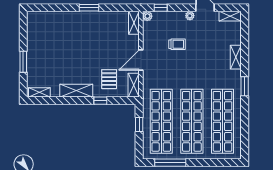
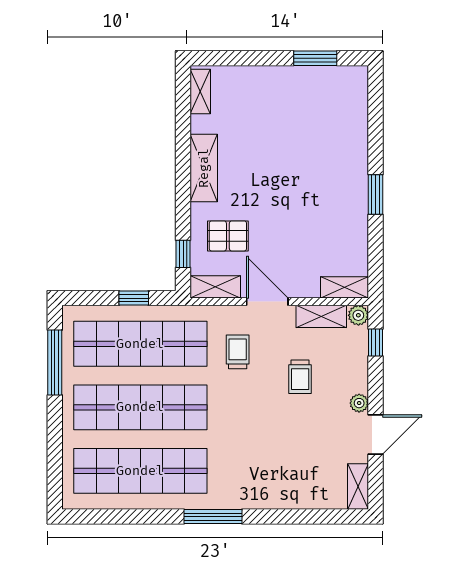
shelving: (236, 57) -> (321, 316), moved
window: (23, 62) -> (315, 58), moved
trolley: (165, 74) -> (238, 352), added
window: (245, 86) -> (213, 517), width x1.44
window: (100, 101) -> (183, 254), moved

